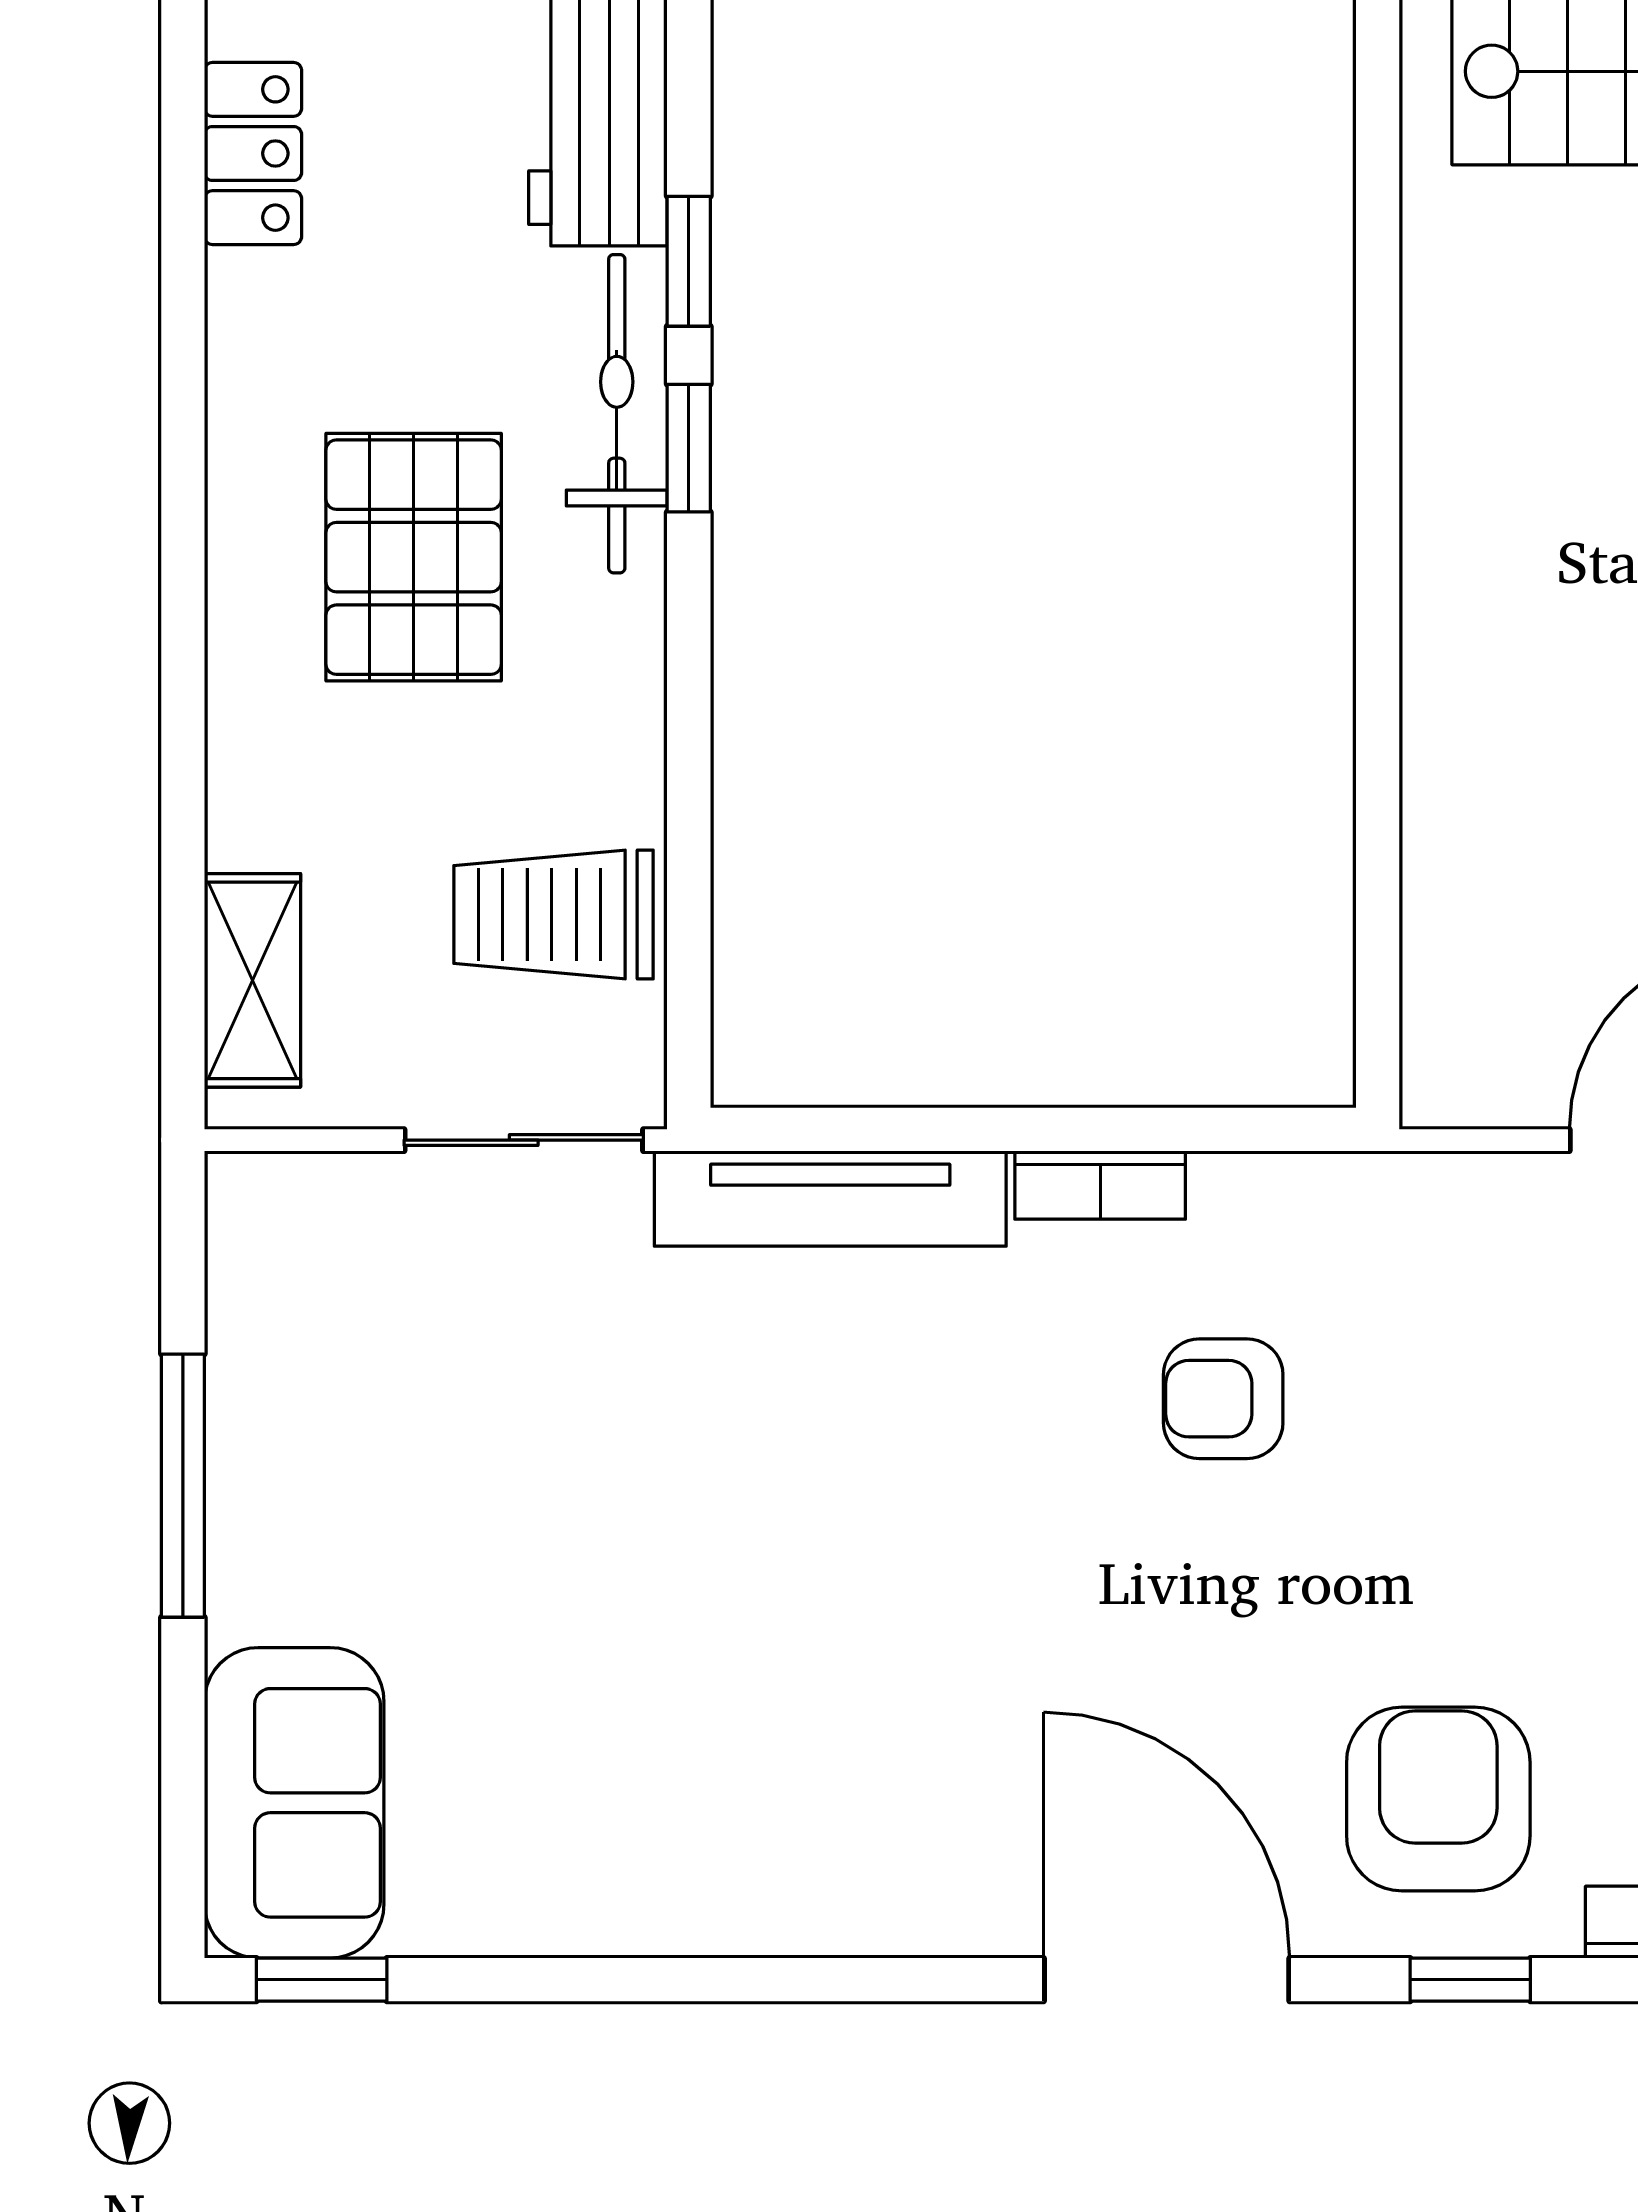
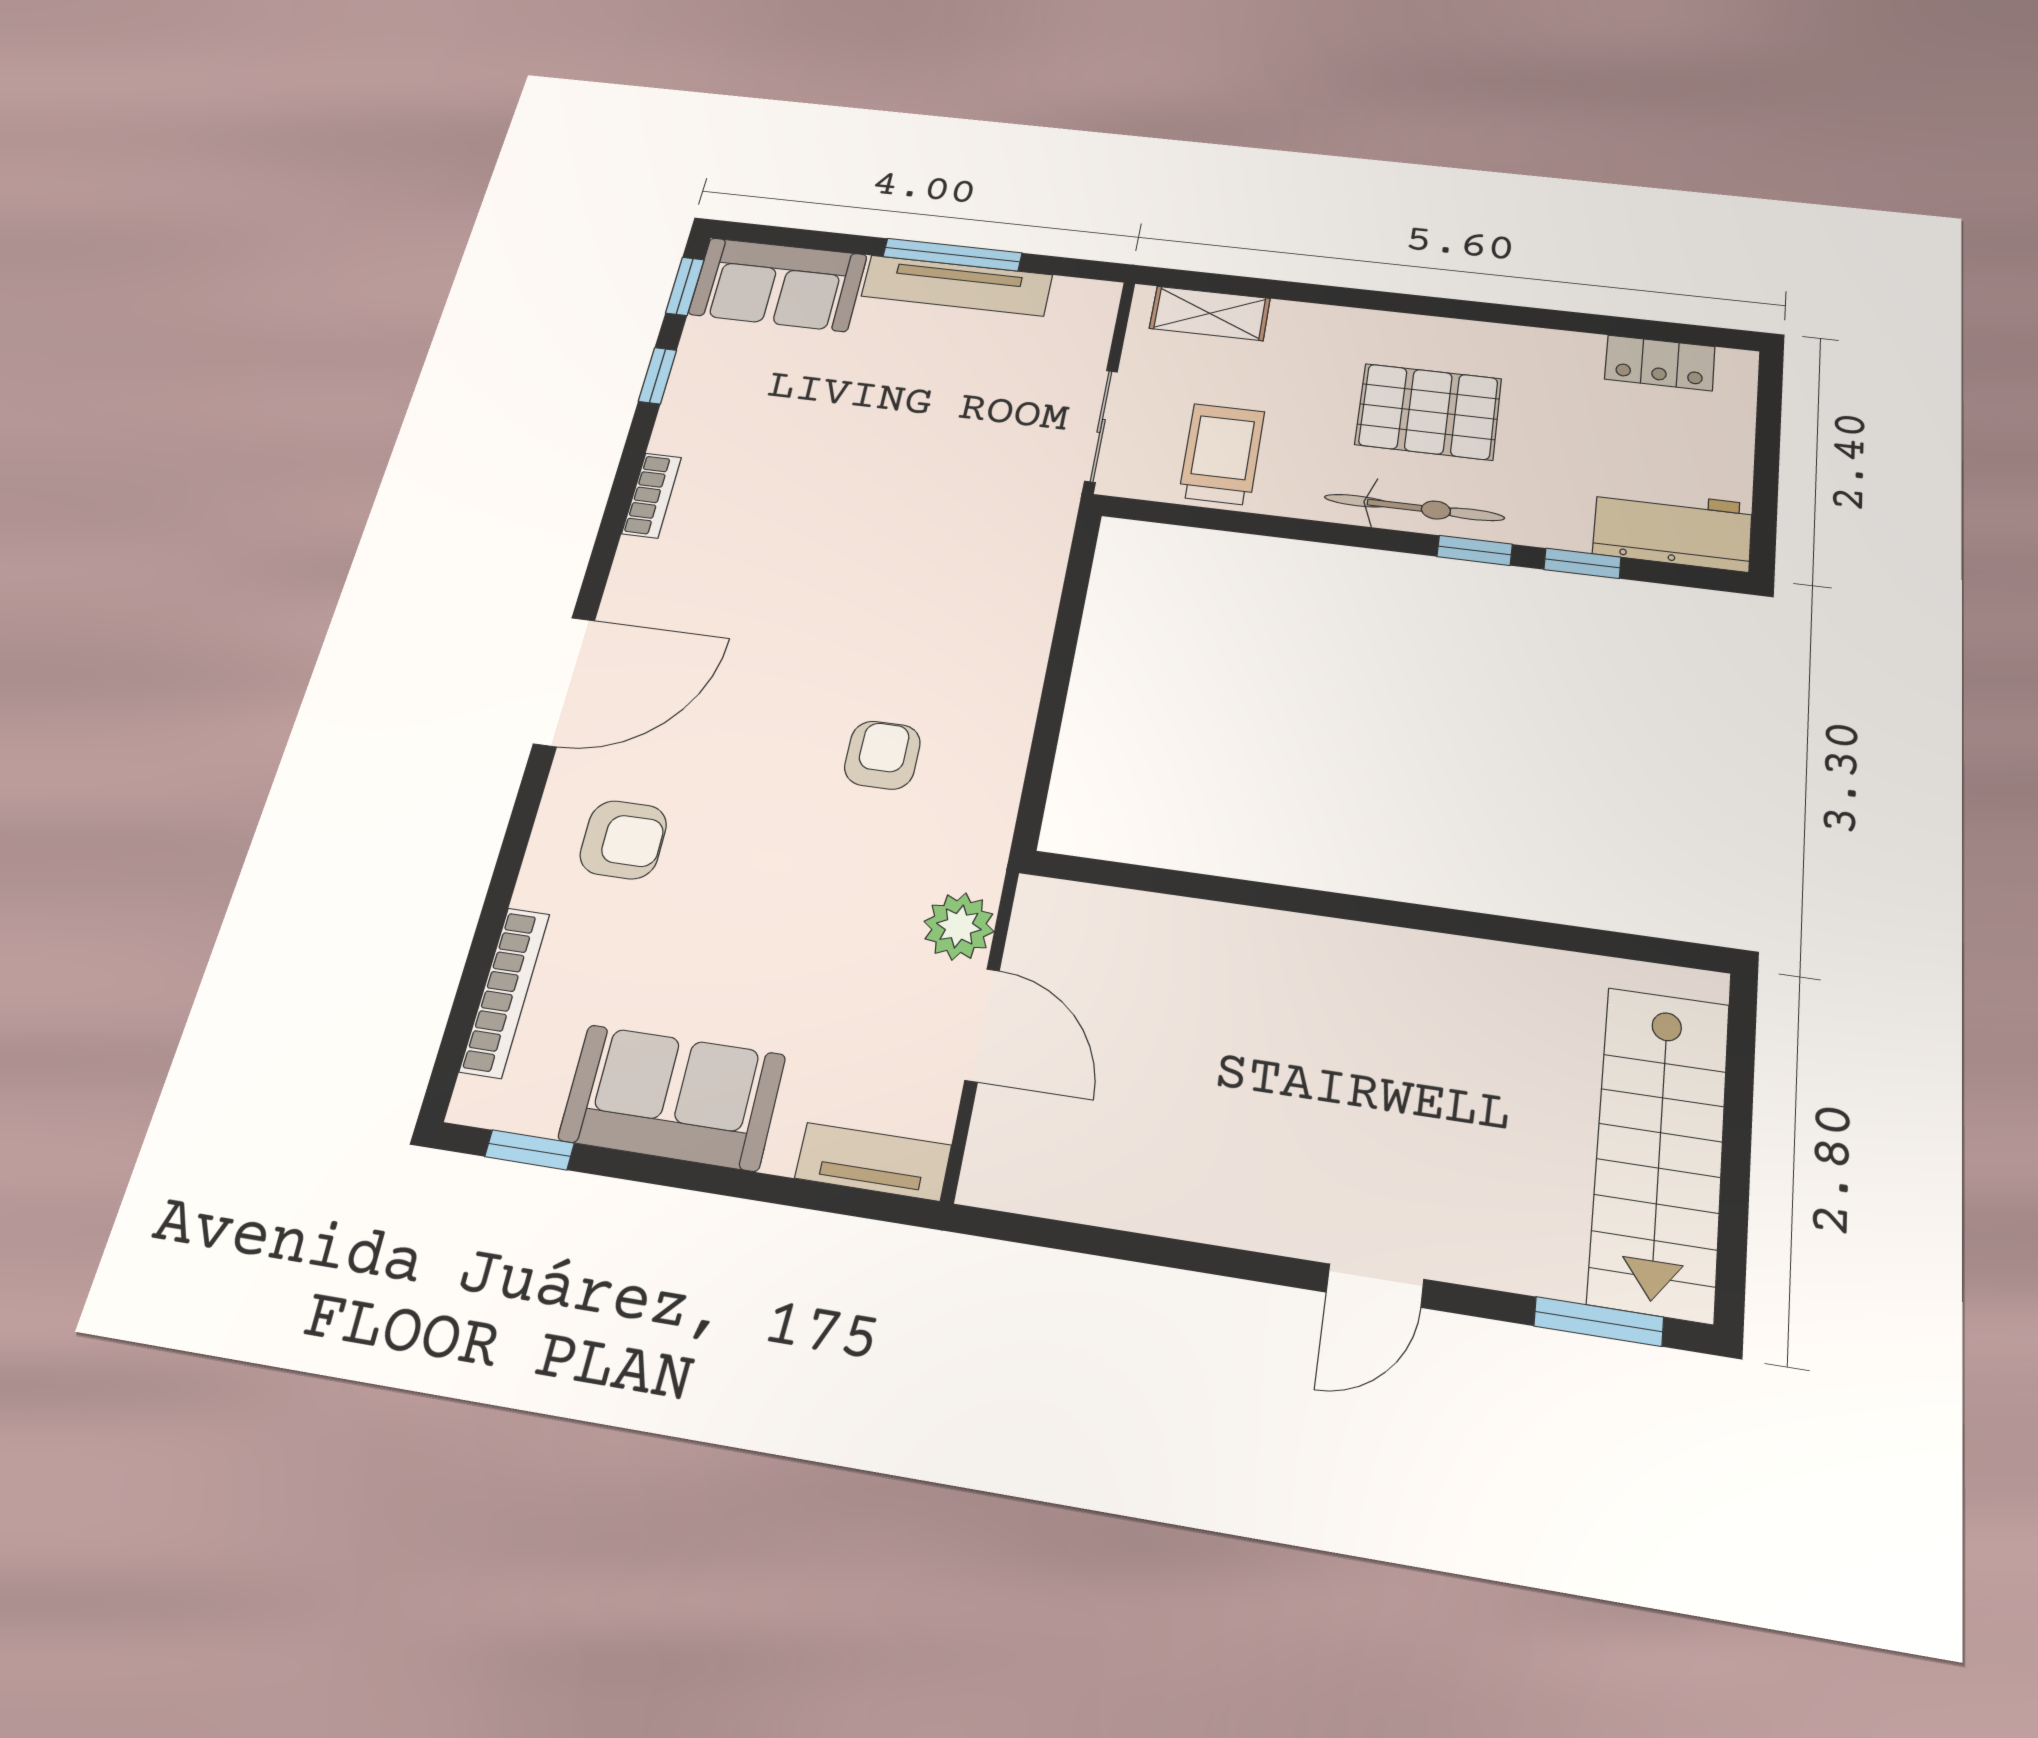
bicycle: (617, 414) -> (1414, 508), moved
bookcase: (1100, 1185) -> (652, 495), moved, turned 180
tv unit: (830, 1199) -> (957, 286), moved, turned -90
plant: (1505, 1210) -> (959, 926), added
armchair: (1438, 1799) -> (623, 840), width x0.72, depth x0.72
window: (1470, 1980) -> (658, 376), moved

